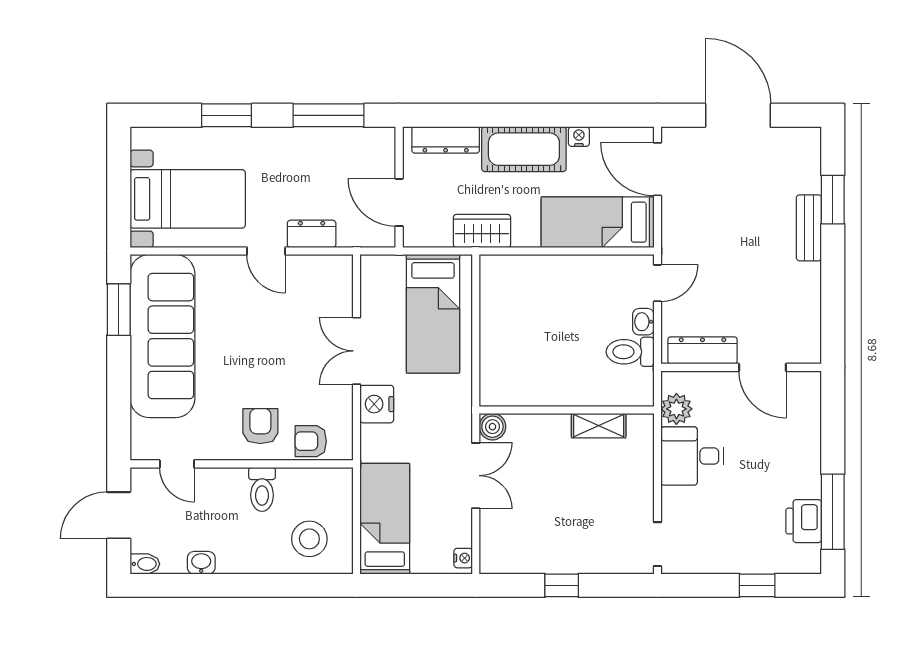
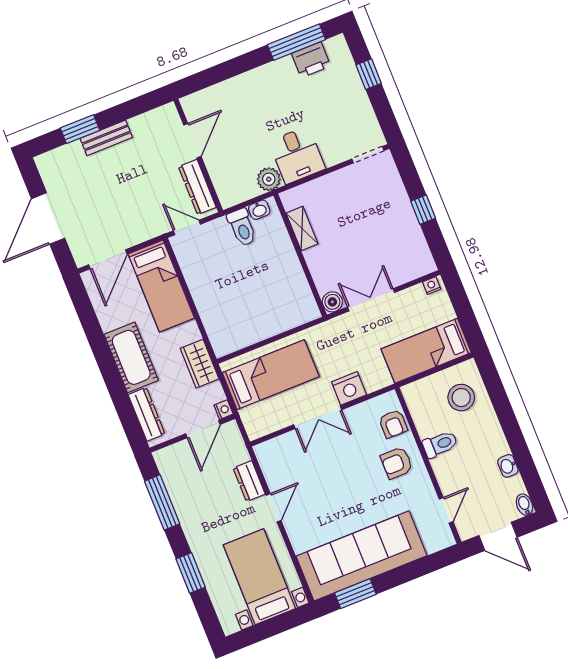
nightstand: (579, 137) -> (224, 410), moved, turned 180
washbasin: (643, 322) -> (259, 210), moved
dresser: (702, 350) -> (197, 187), moved
wall: (741, 367) -> (198, 155), moved
door: (762, 367) -> (192, 141), moved

